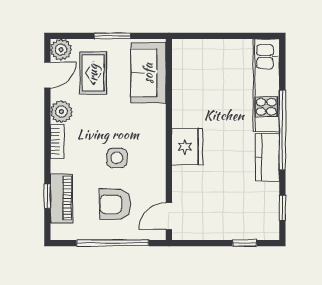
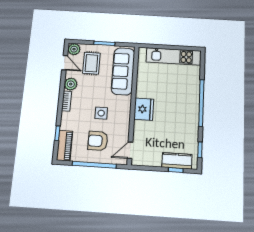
sofa: (148, 73) -> (123, 71), width x1.36
door: (47, 75) -> (65, 63), hinge flipped
kitchen unit: (266, 85) -> (174, 56), moved, turned -90
kitchen counter: (267, 157) -> (177, 161), moved, turned 90
piano: (61, 198) -> (65, 146), moved

